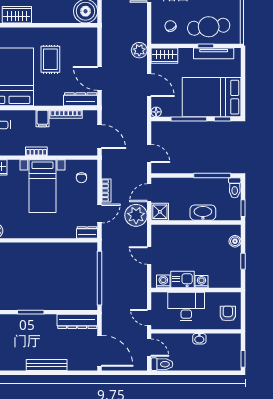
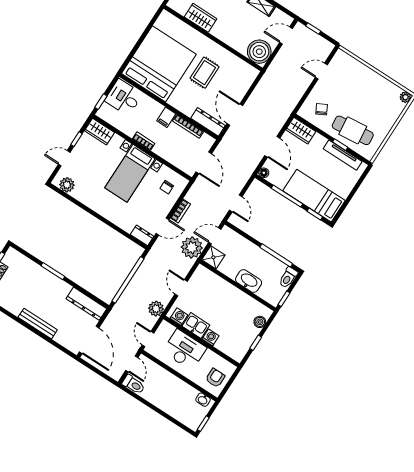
plant: (139, 50) -> (156, 309), moved
bed: (212, 97) -> (314, 196), width x0.67
washbasin: (199, 339) -> (203, 400), moved

